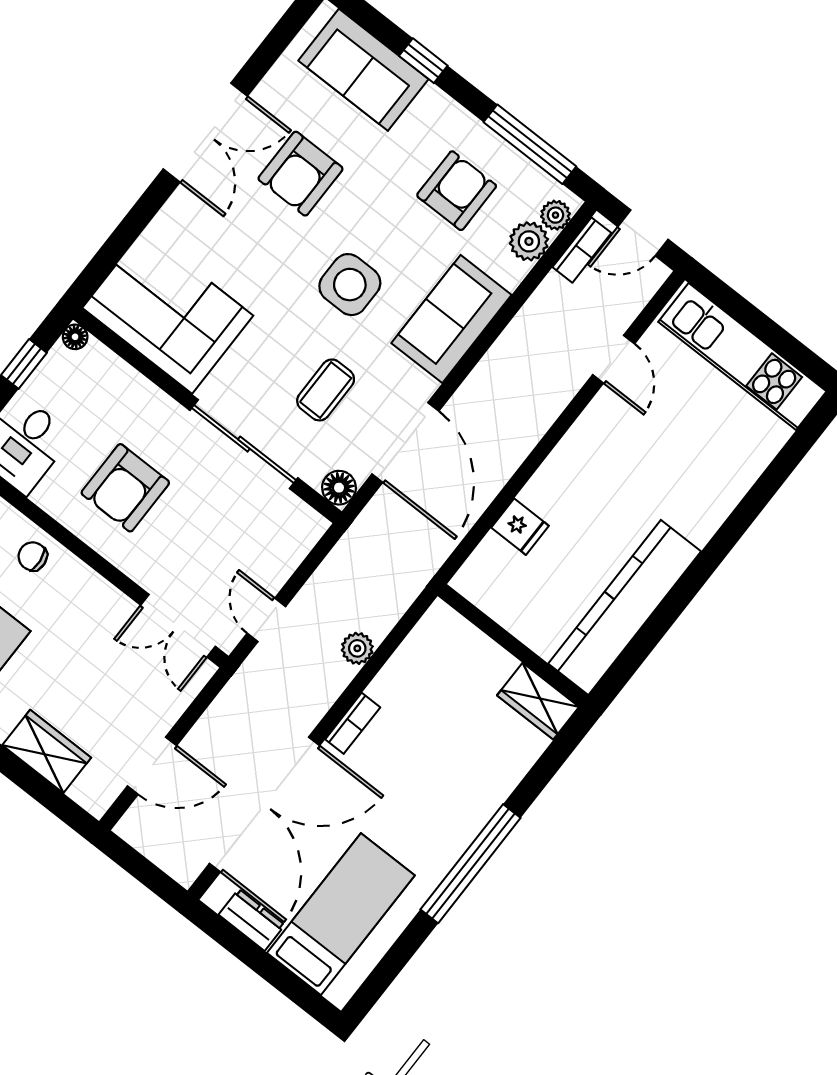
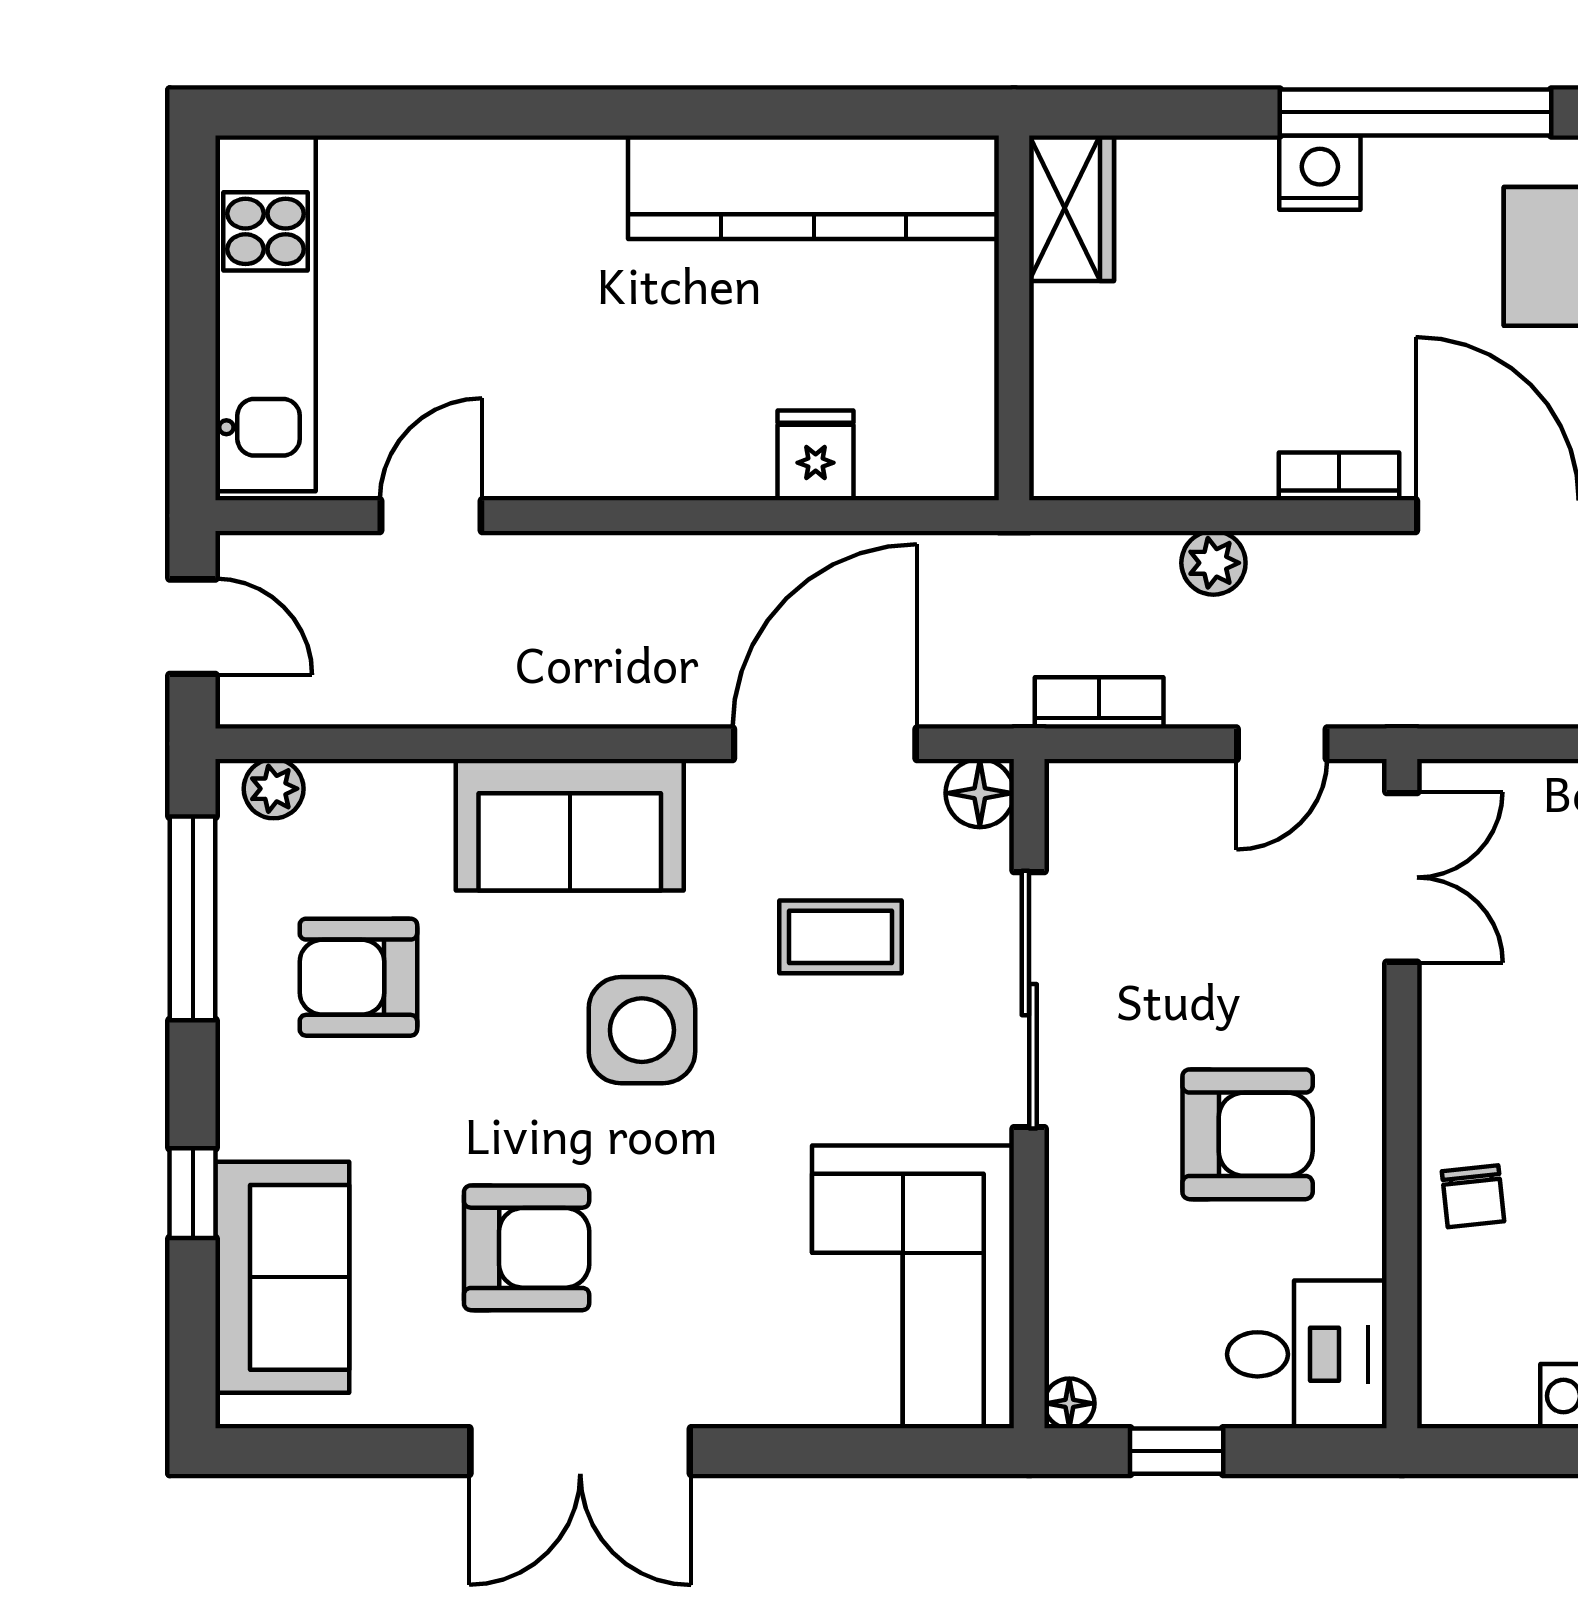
double door: (205, 133) -> (580, 1451), swing flipped
plant: (529, 241) -> (349, 798), removed
bookcase: (582, 250) -> (1099, 703), moved
nightstand: (476, 808) -> (1320, 173), added

